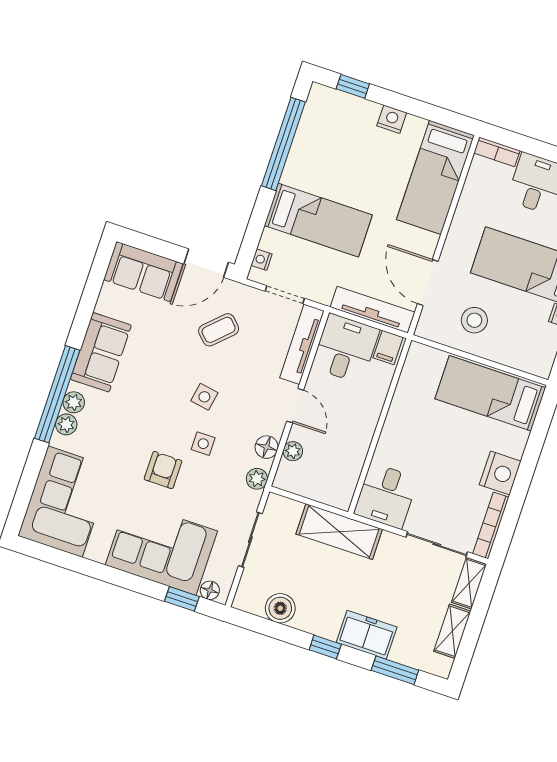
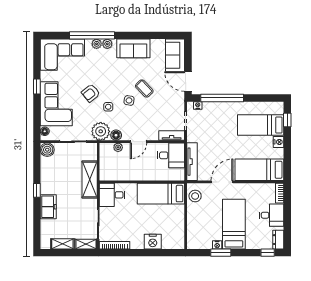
window: (283, 144) -> (222, 98), moved
bed: (318, 220) -> (261, 125), moved, turned 90
door: (428, 282) -> (222, 182), moved
stool: (474, 320) -> (195, 196), moved
coffee table: (219, 330) -> (144, 88), moved
tv unit: (302, 344) -> (172, 136), width x0.71
filing cabinet: (388, 348) -> (178, 174), removed
bed: (490, 393) -> (161, 194), moved, turned -90
window: (57, 394) -> (92, 35), moved
armchair: (163, 470) -> (91, 93), turned 141
nightstand: (500, 473) -> (153, 242), moved
plant: (257, 479) -> (101, 131), width x1.88, depth x1.88
window: (182, 599) -> (37, 86), moved
boiler: (280, 608) -> (47, 150), moved
window: (395, 670) -> (37, 224), removed

